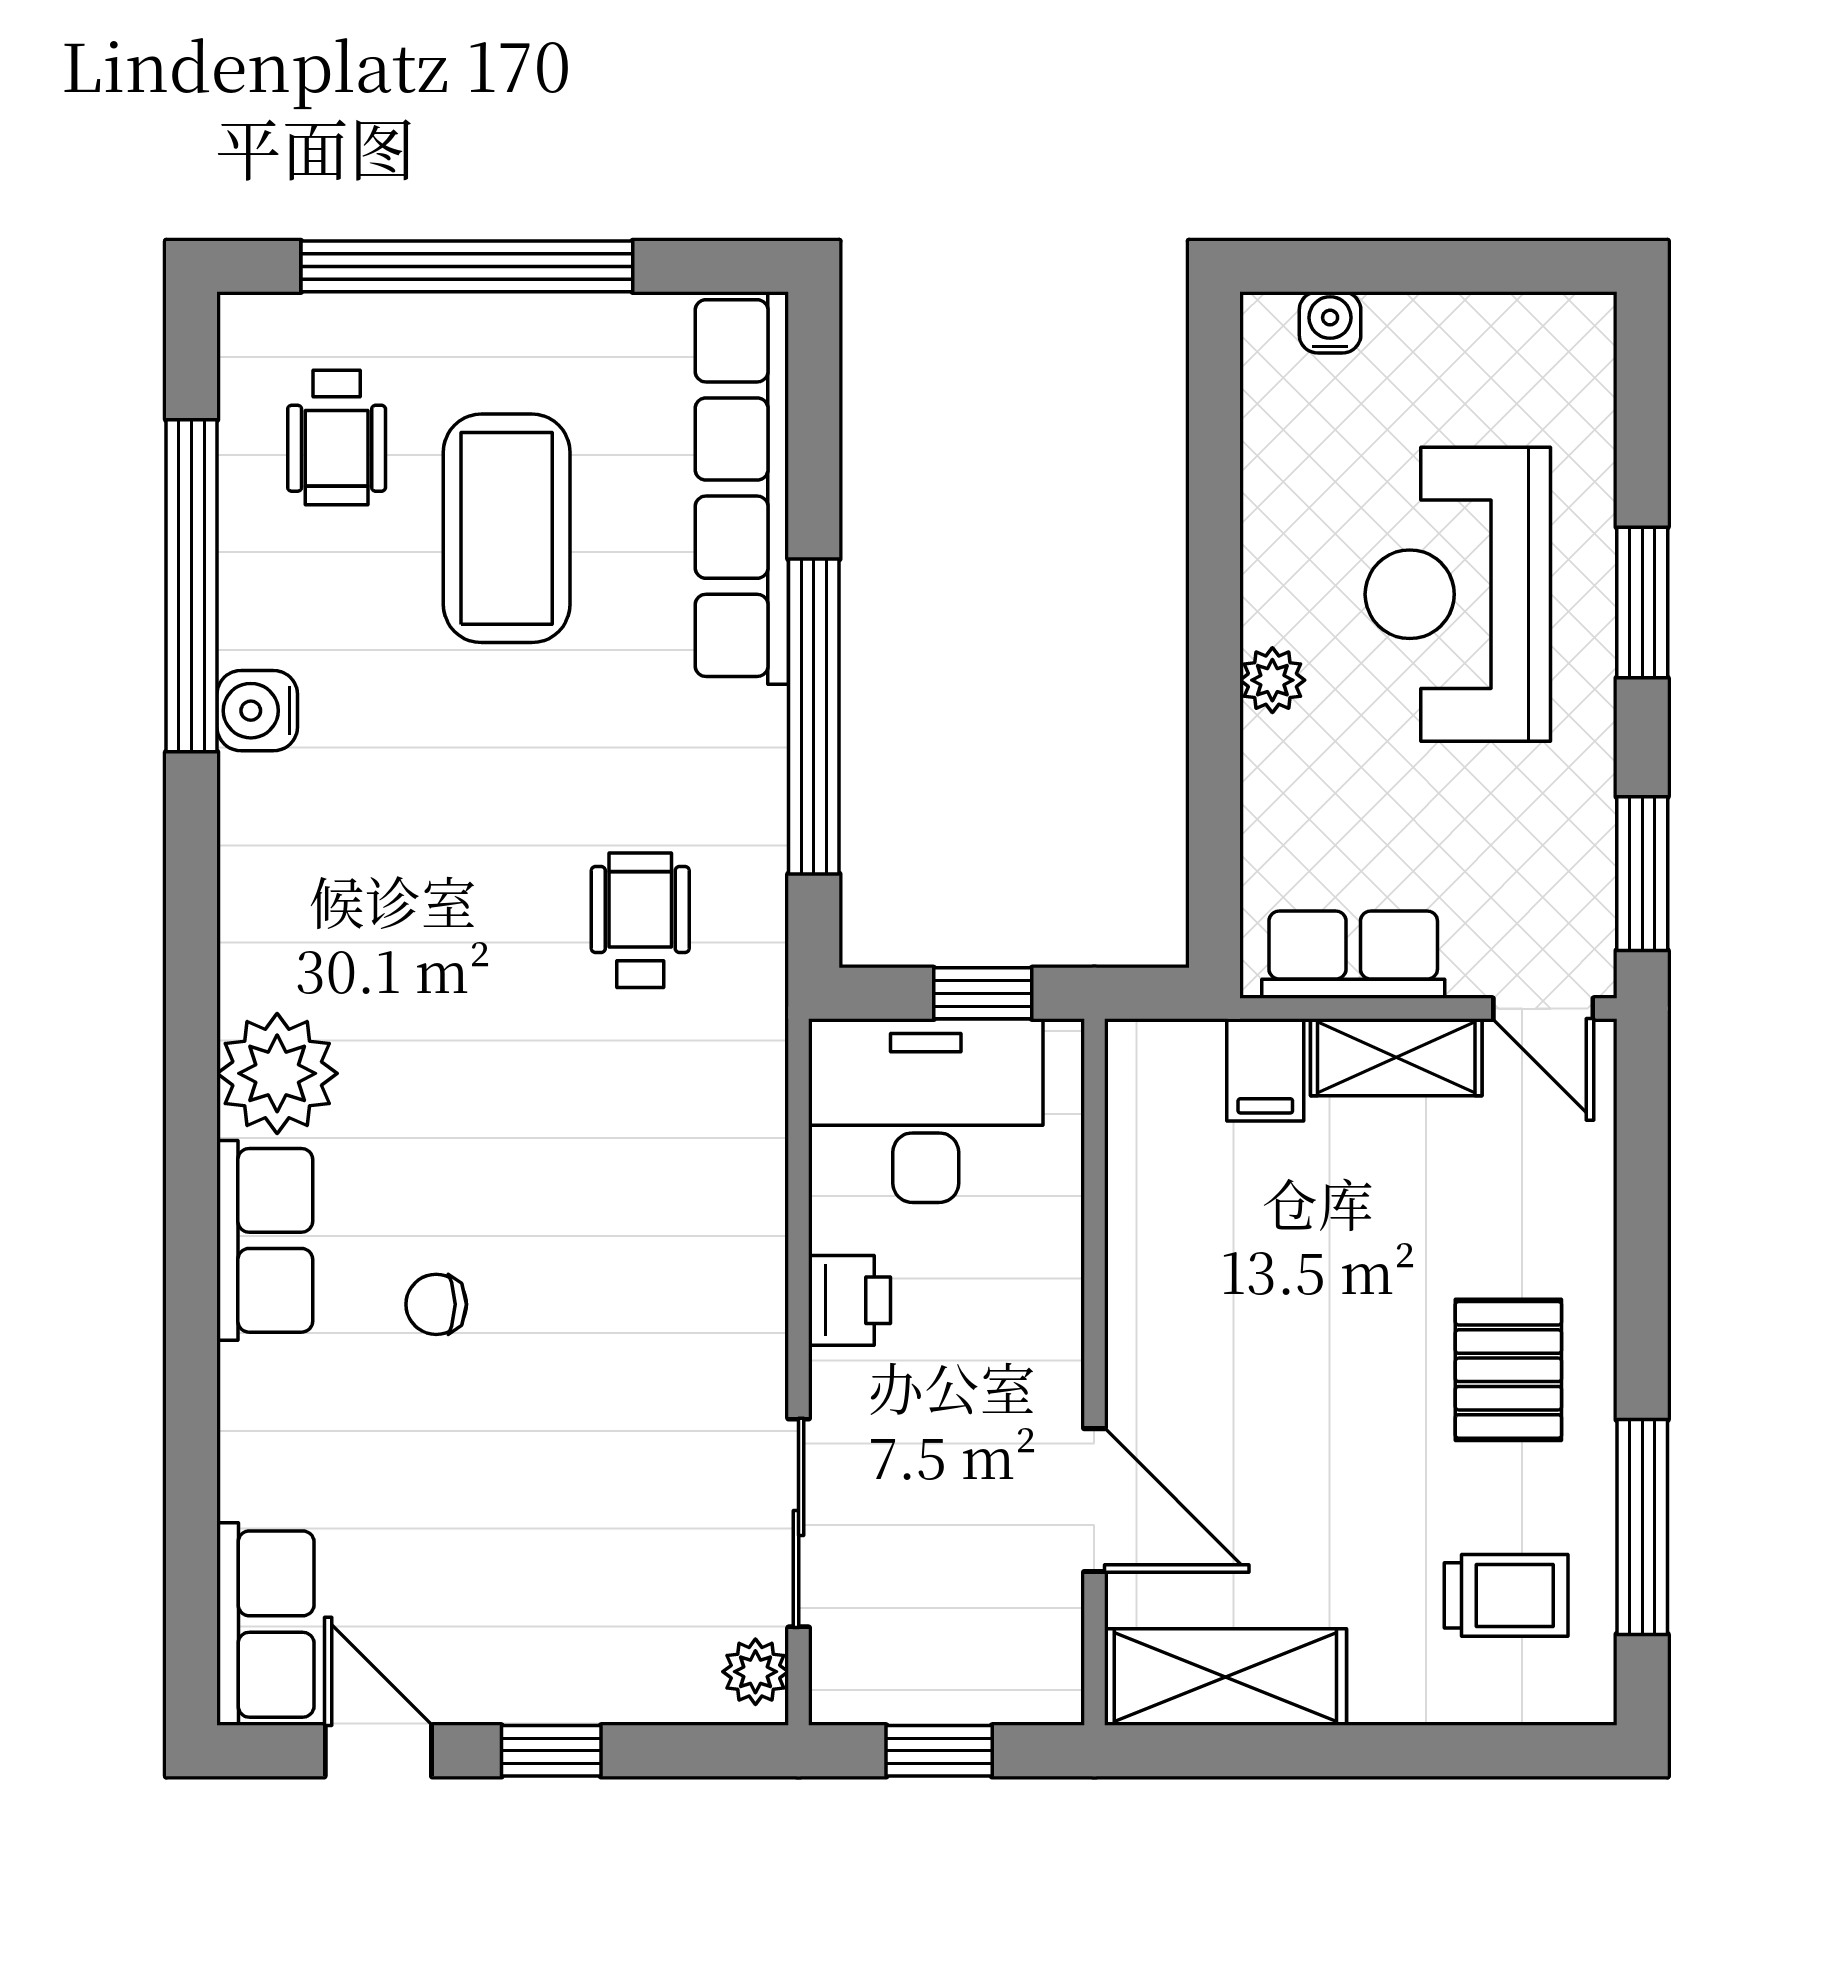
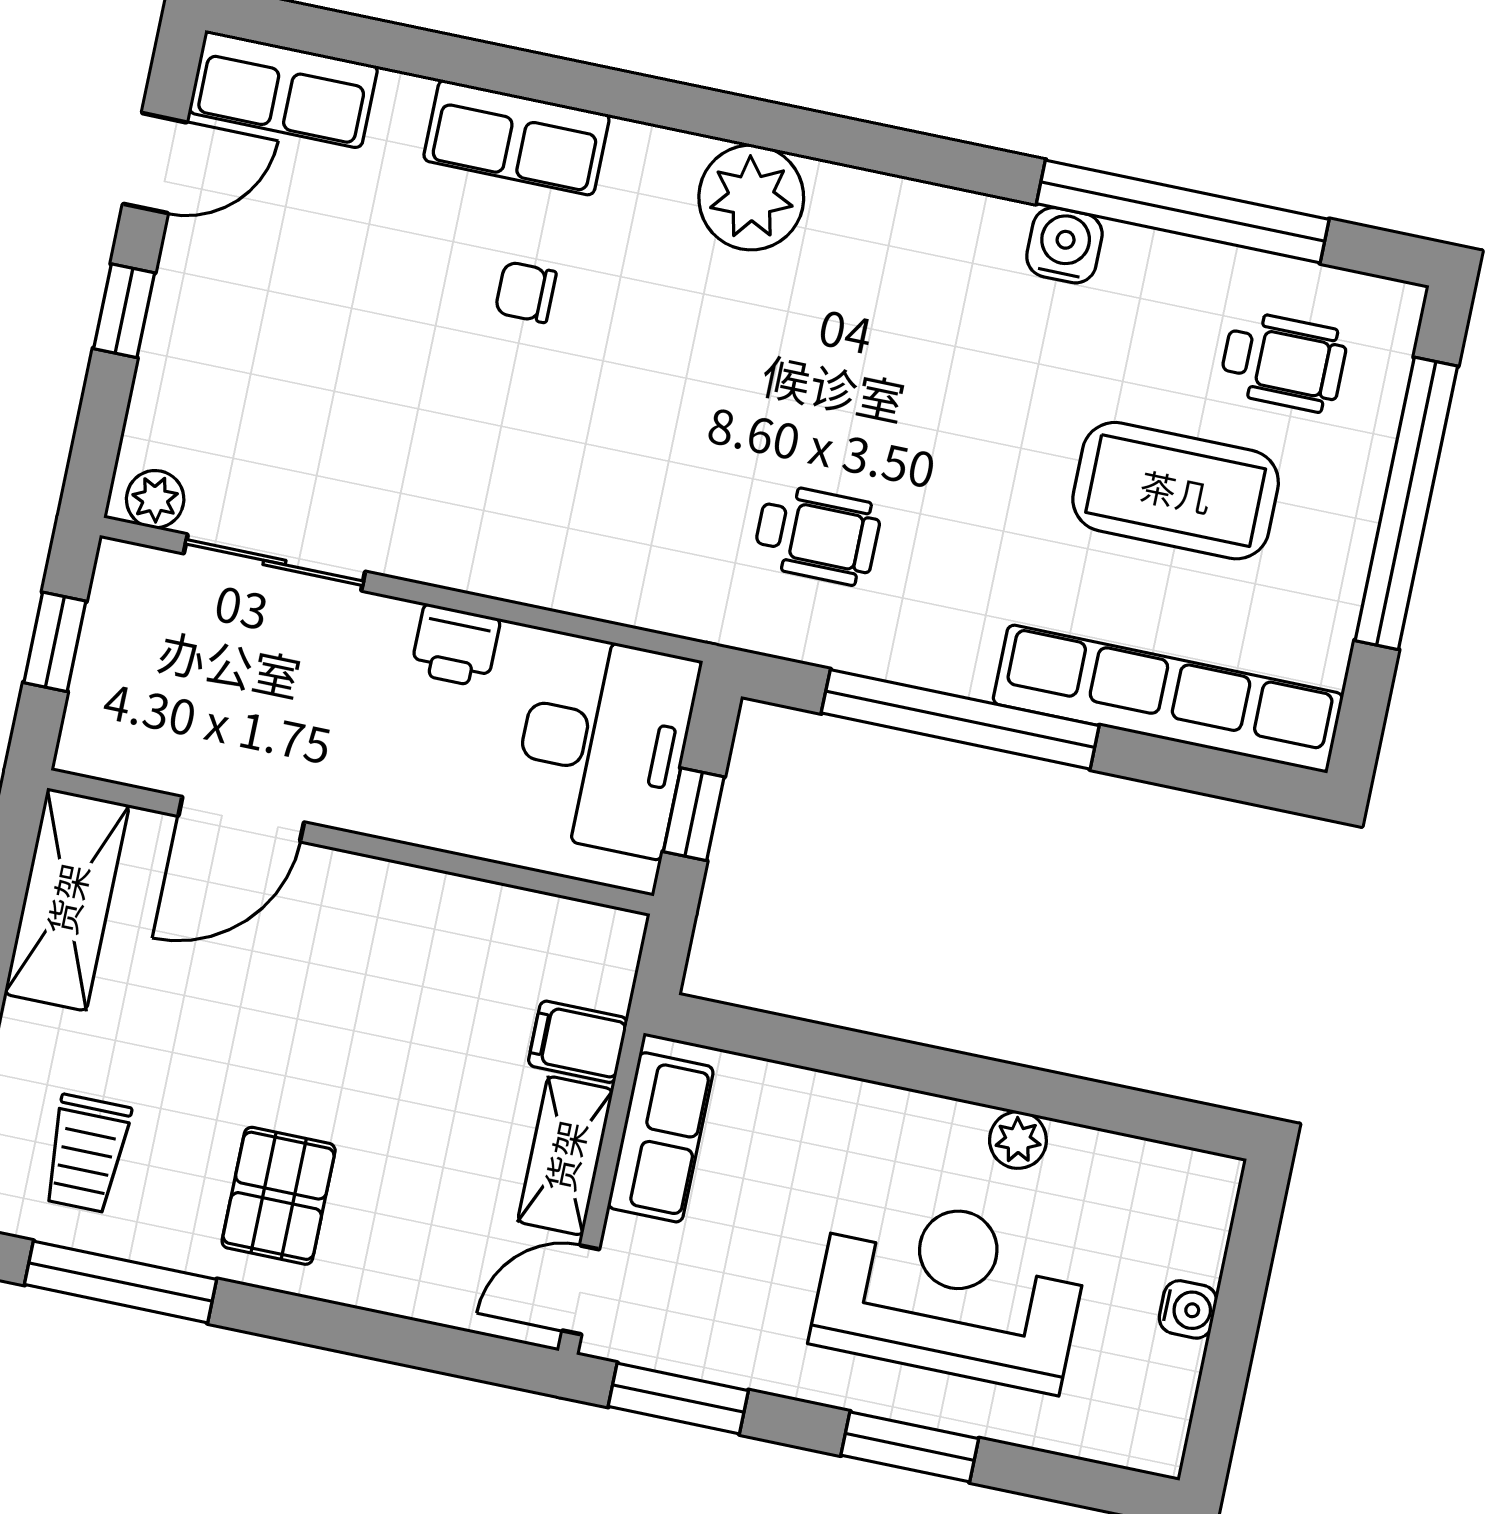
water cooler: (1330, 322) -> (1188, 1309), moved
wheelchair: (337, 437) -> (1283, 362), turned 180
plant: (1272, 680) -> (1018, 1140), moved
row of seats: (265, 1240) -> (516, 137), moved
chair: (436, 1304) -> (526, 292), turned -90
pallet: (1508, 1370) -> (279, 1196), turned 90

